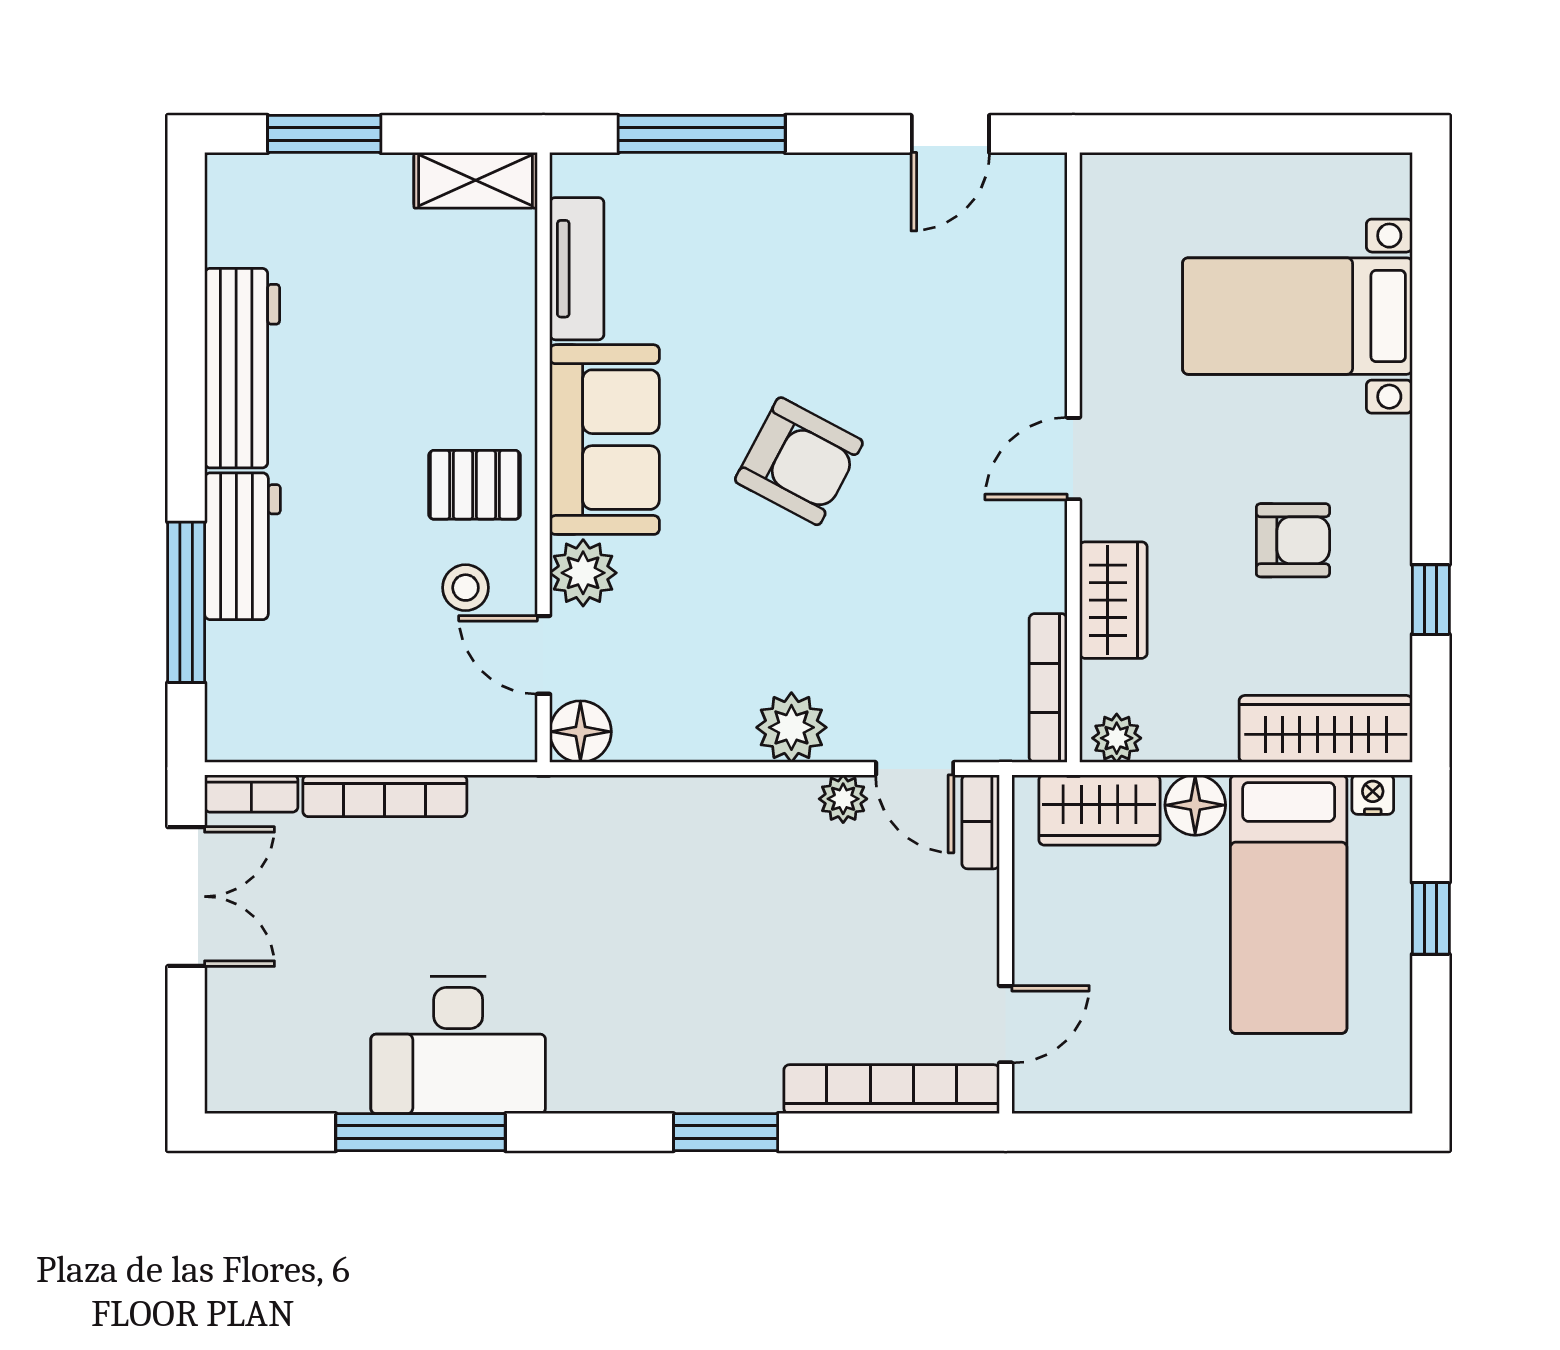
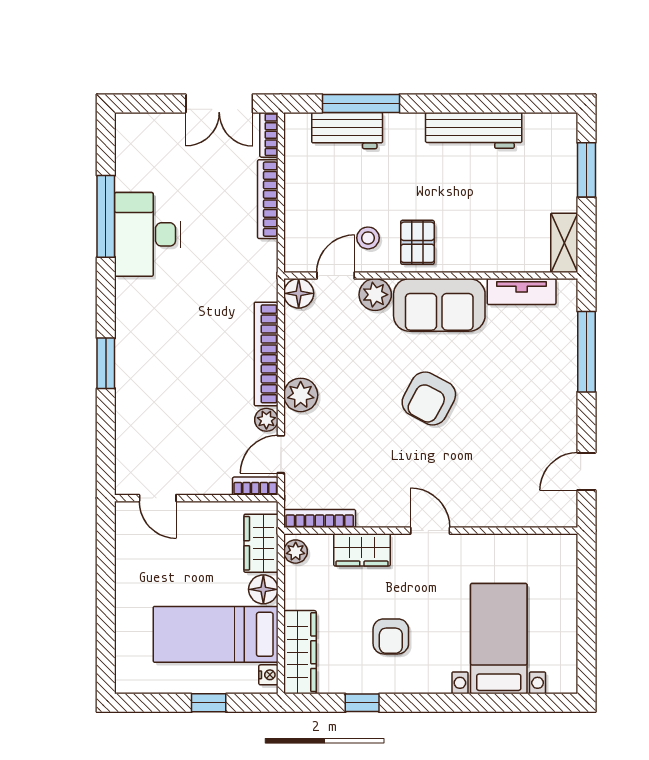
door: (950, 134) -> (586, 471), hinge flipped
workbench: (242, 546) -> (347, 131), moved
bookcase: (892, 1089) -> (266, 354), moved, turned 180

